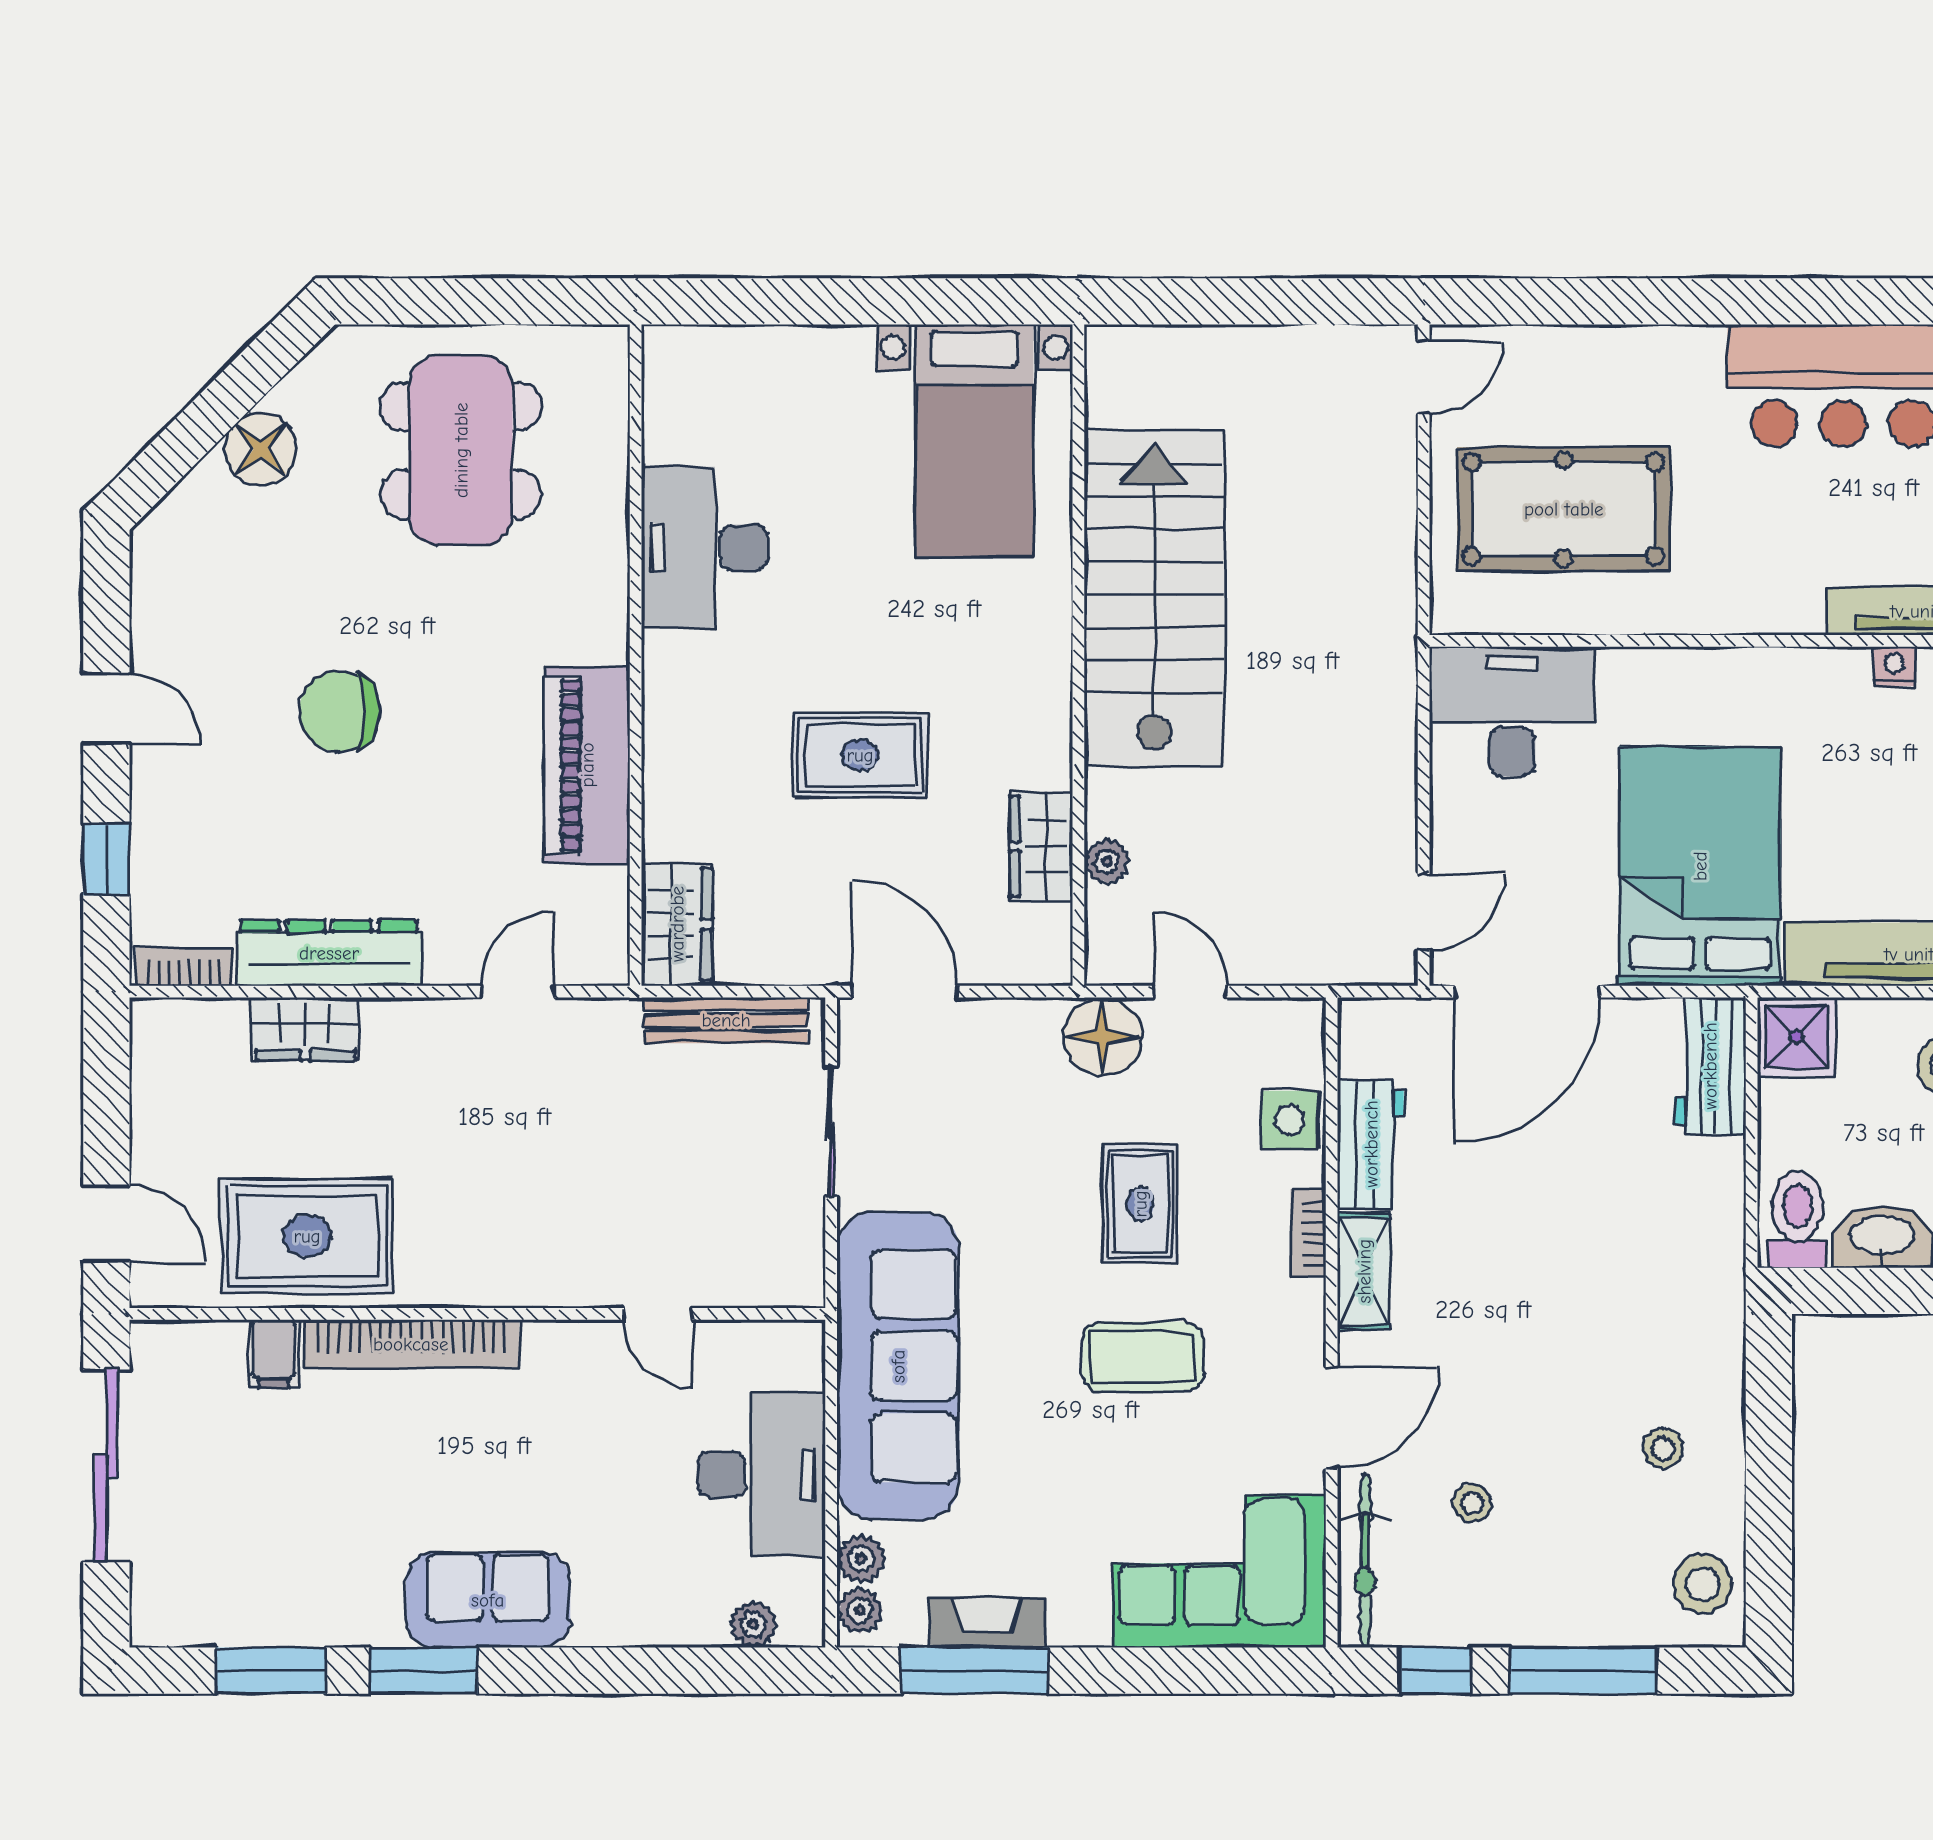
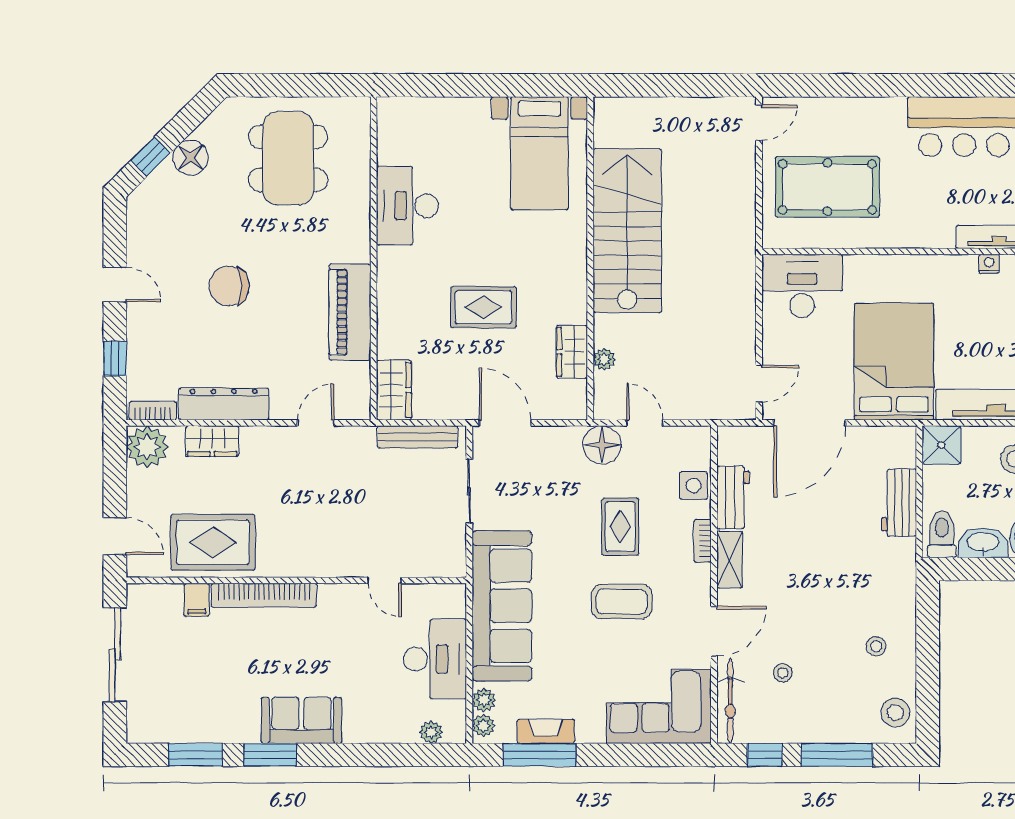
window: (179, 447) -> (151, 157), added
plant: (173, 1041) -> (147, 447), added
workbench: (1710, 1066) -> (899, 503), moved

